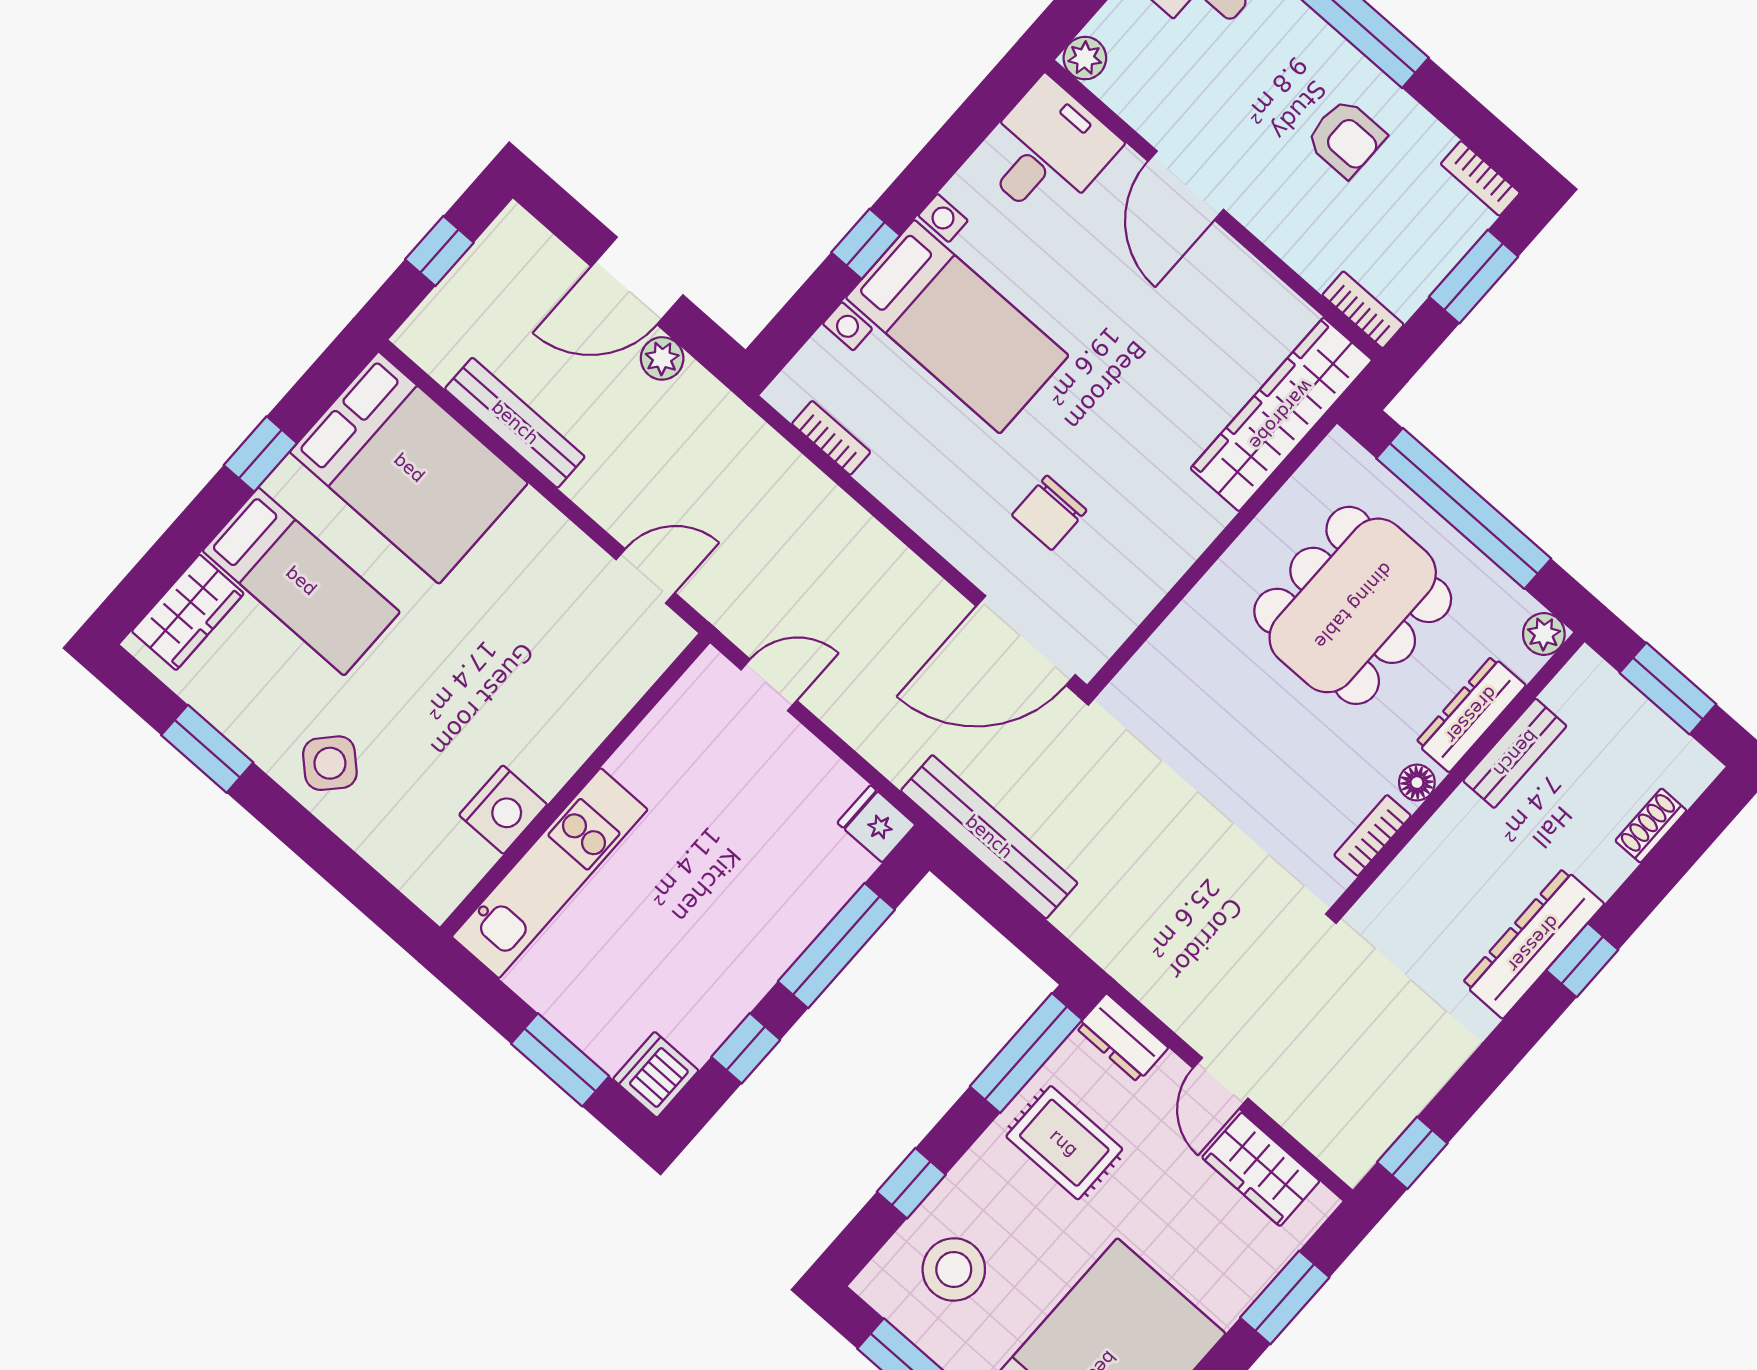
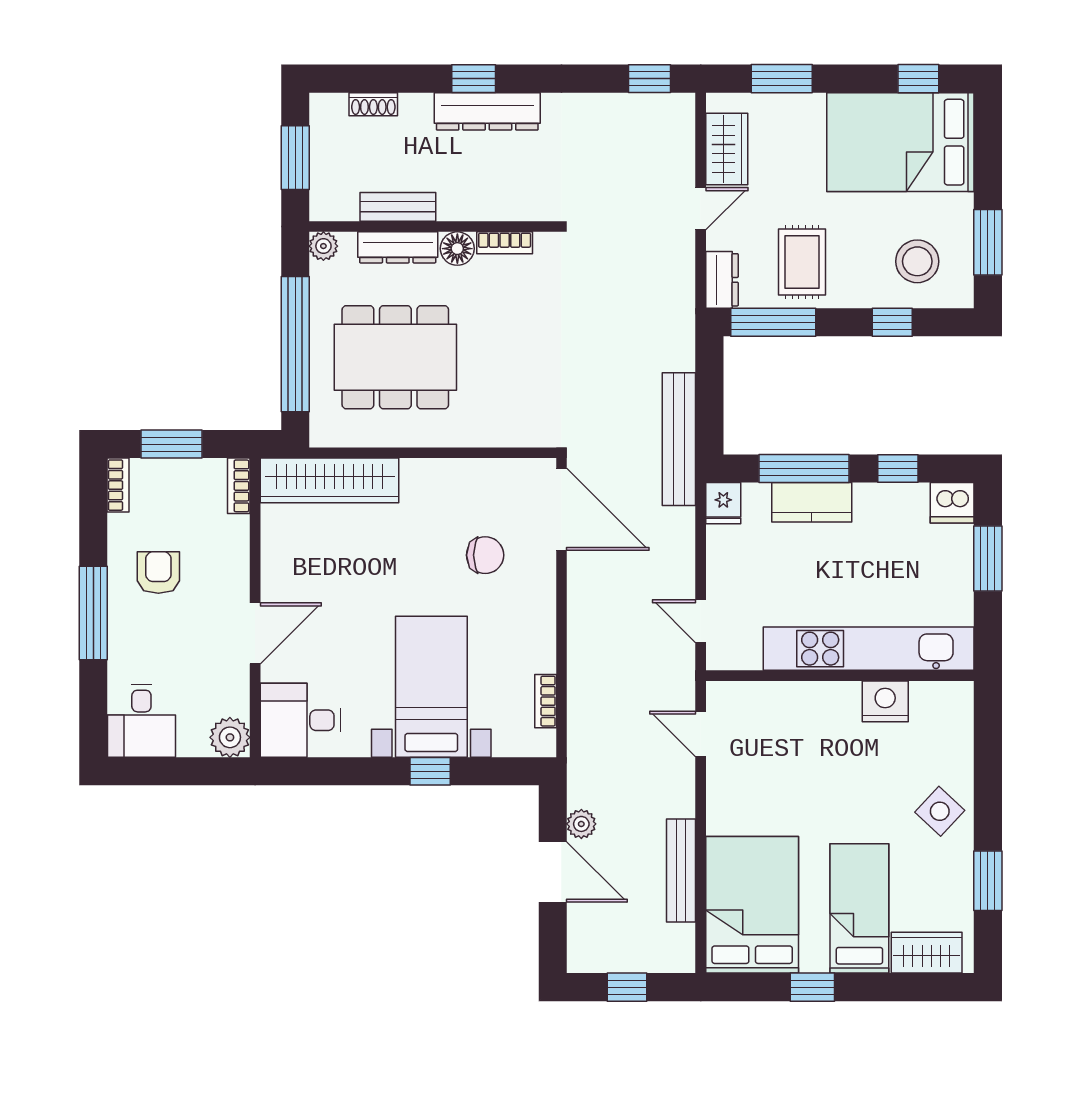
plant: (1085, 58) -> (230, 737), width x1.38, depth x1.38
floor lamp: (1417, 783) -> (457, 249), width x1.37, depth x1.37
kitchen unit: (550, 873) -> (869, 649), width x1.36
kitchen counter: (792, 921) -> (812, 502), added

